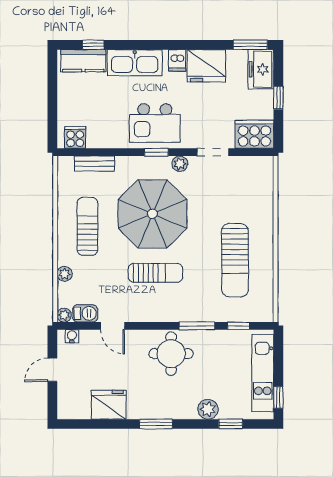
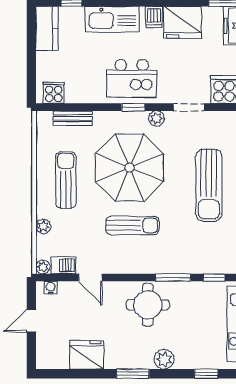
kitchen counter: (83, 61) -> (47, 28), moved, turned -90
sun lounger: (235, 260) -> (209, 185), moved
plant: (208, 409) -> (164, 359), moved

